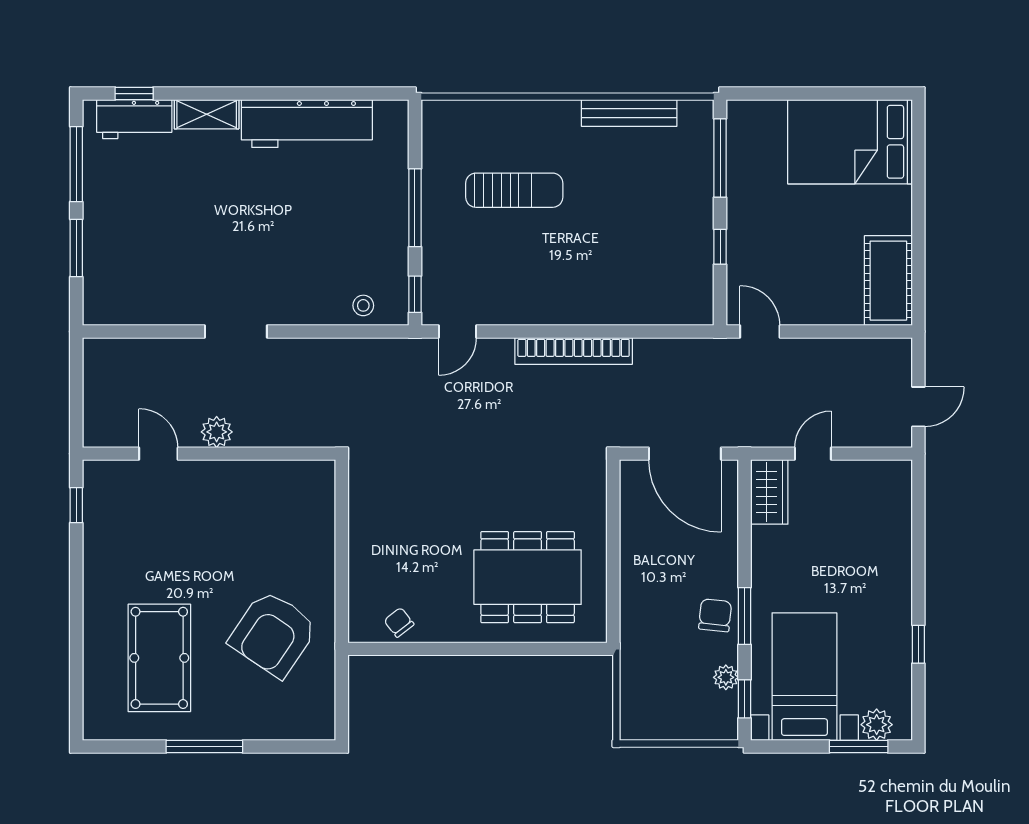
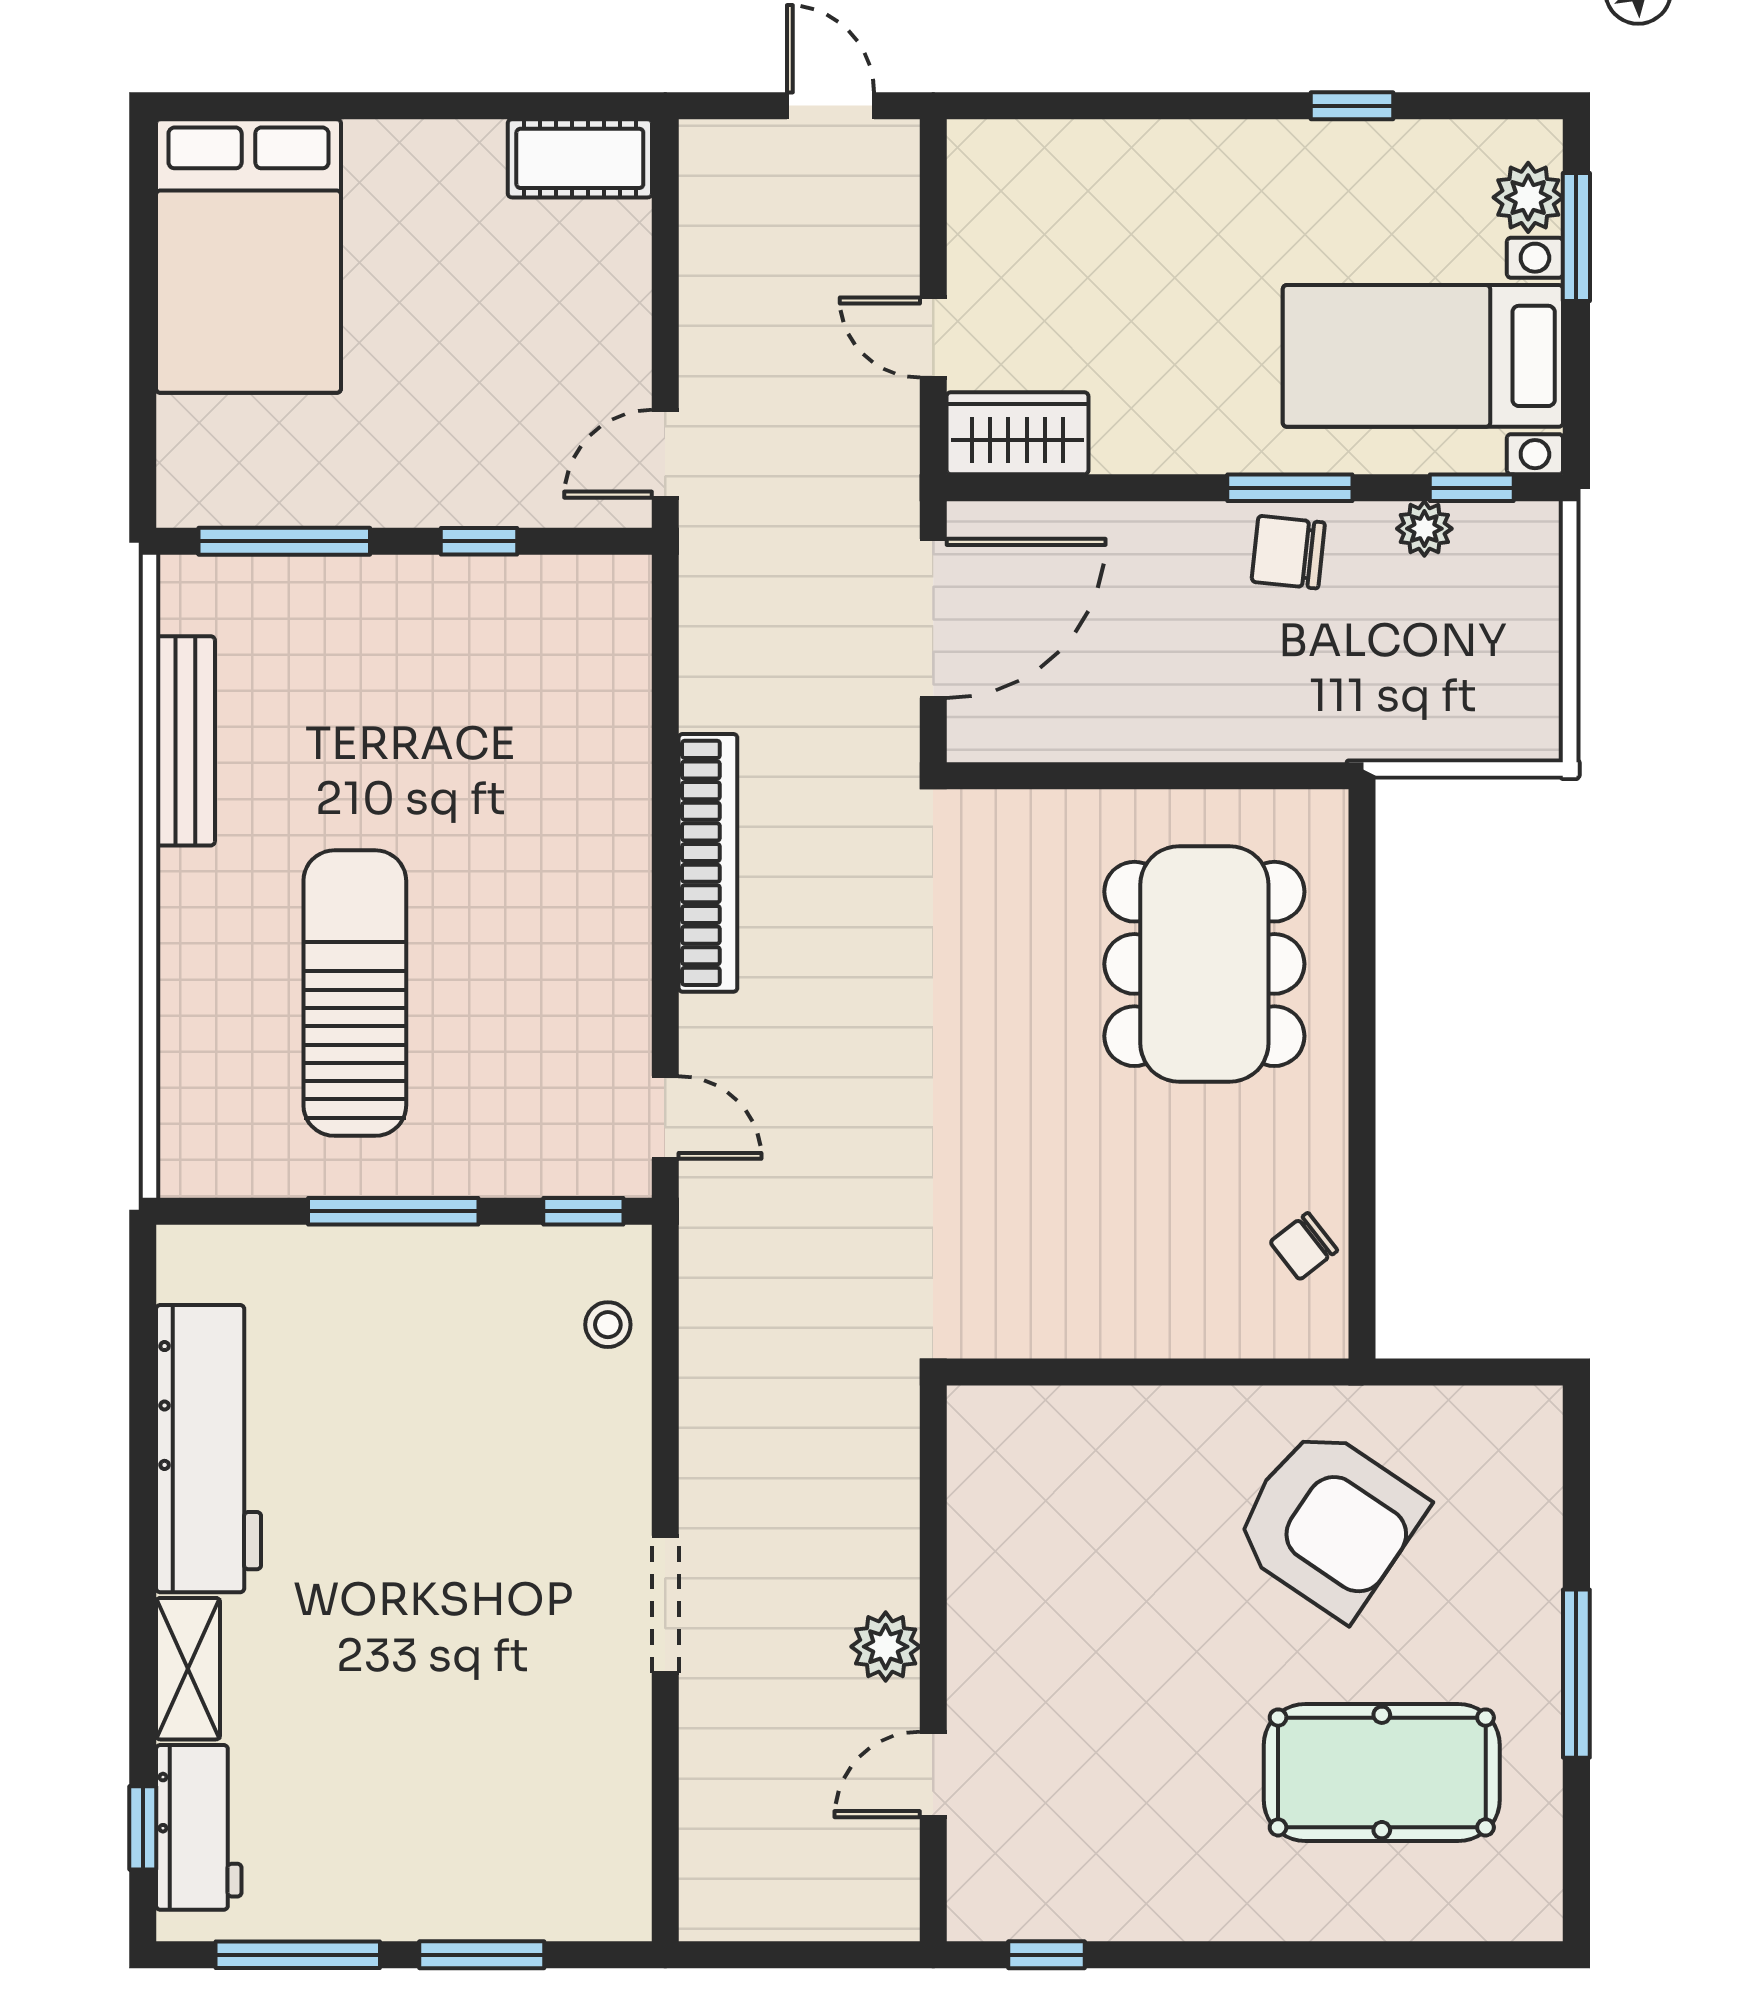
sun lounger: (514, 190) -> (355, 993), width x1.36, depth x1.34
cot: (888, 281) -> (580, 158), width x0.73, depth x0.75

